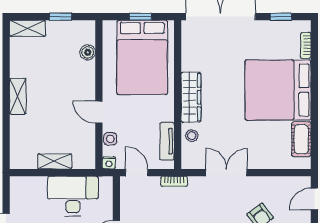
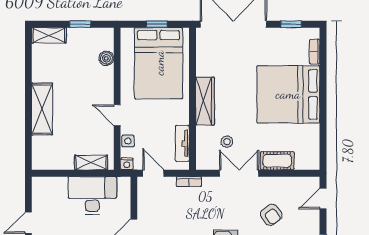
shelving: (18, 96) -> (42, 109), width x1.50, depth x1.33
stool: (192, 136) -> (227, 142), moved
cot: (301, 139) -> (277, 161), moved, turned 90
shelving: (55, 161) -> (91, 163), moved

